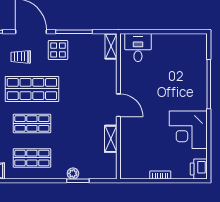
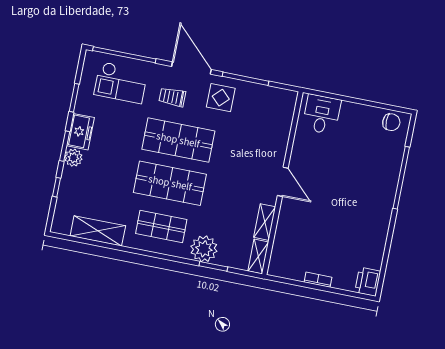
chair: (193, 43) -> (391, 122), added
shelving: (111, 46) -> (258, 257), moved
shop shelf: (32, 123) -> (170, 183), width x1.43, depth x1.36
corner desk: (188, 130) -> (364, 230), removed
plant: (73, 173) -> (204, 249), width x1.87, depth x1.87

